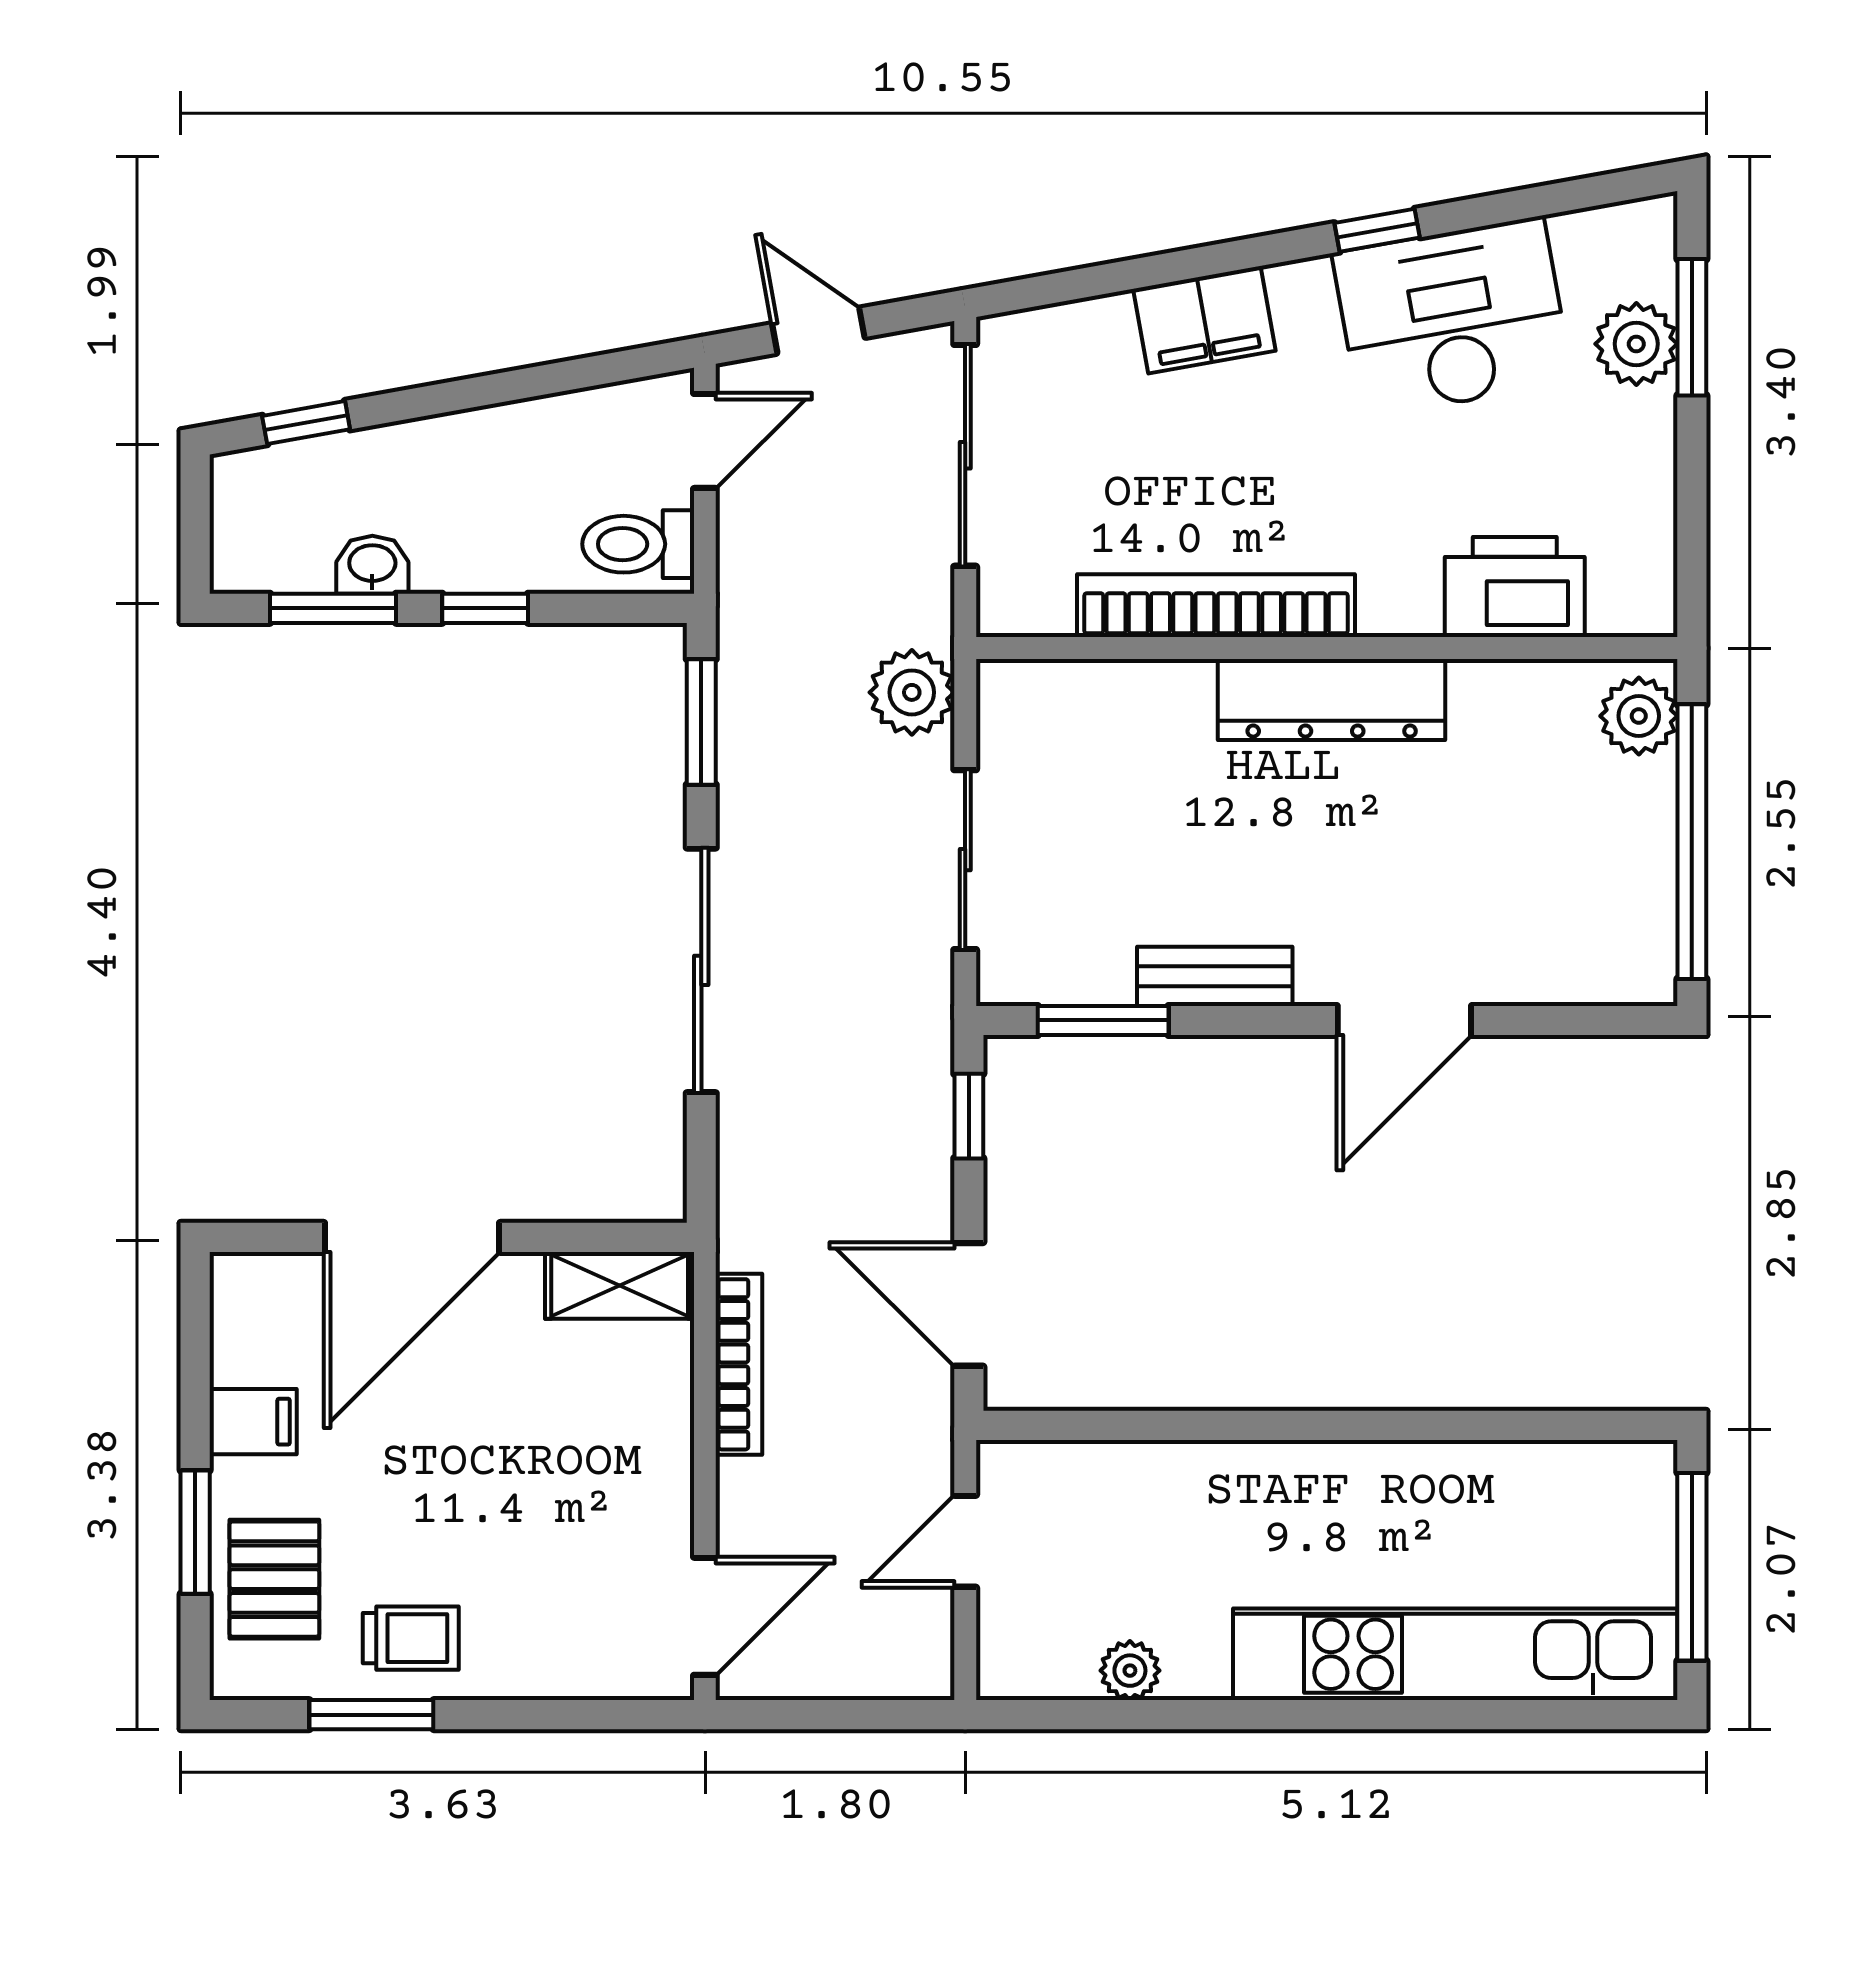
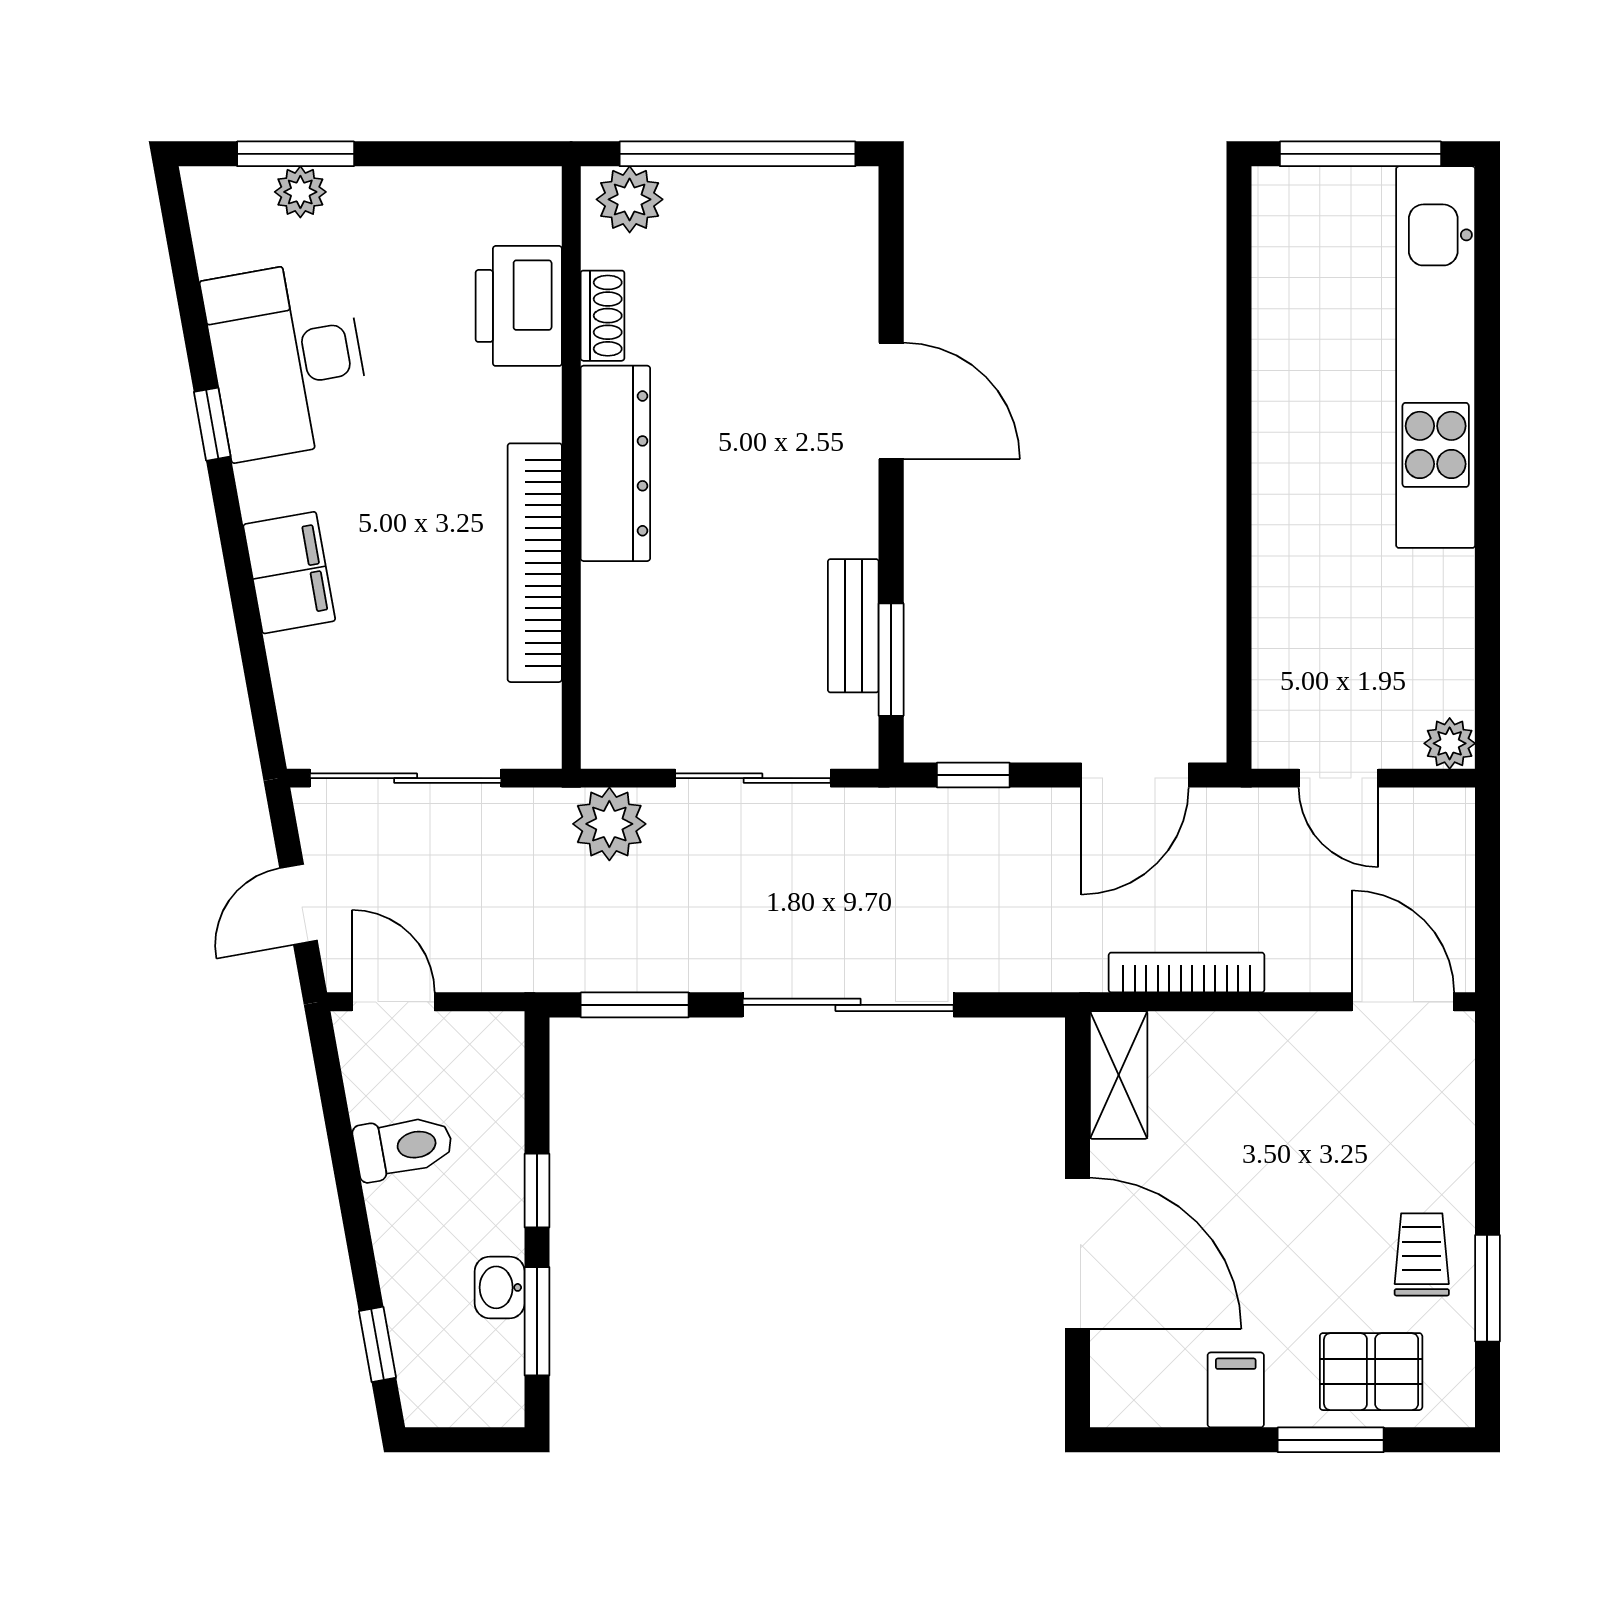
plant: (1636, 344) -> (300, 192), width x0.73, depth x0.73
toilet: (638, 544) -> (403, 1147), moved, turned -100
shoe rack: (1504, 684) -> (602, 316), added
bench: (1215, 976) -> (853, 626), moved
plant: (1130, 1671) -> (1450, 743), moved

